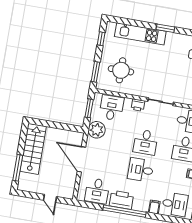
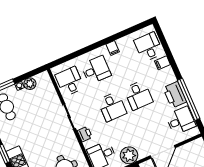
desk: (145, 142) -> (112, 107), turned 90
window: (124, 211) -> (189, 99), moved

